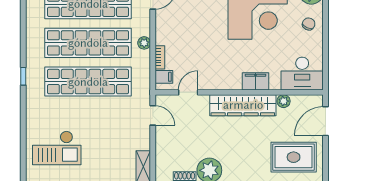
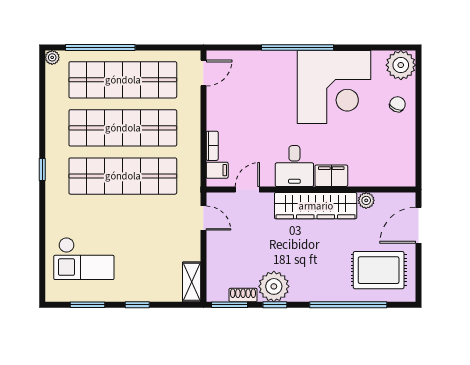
plant: (144, 43) -> (193, 128), removed
desk: (302, 74) -> (294, 166), moved, width x0.73

